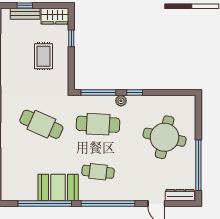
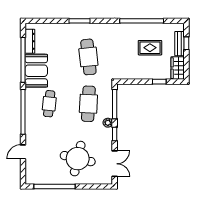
rug: (44, 56) -> (150, 48), moved
double door: (171, 92) -> (115, 164), added
cafe table: (41, 124) -> (88, 57), turned -30
dresser: (180, 195) -> (30, 41), moved

